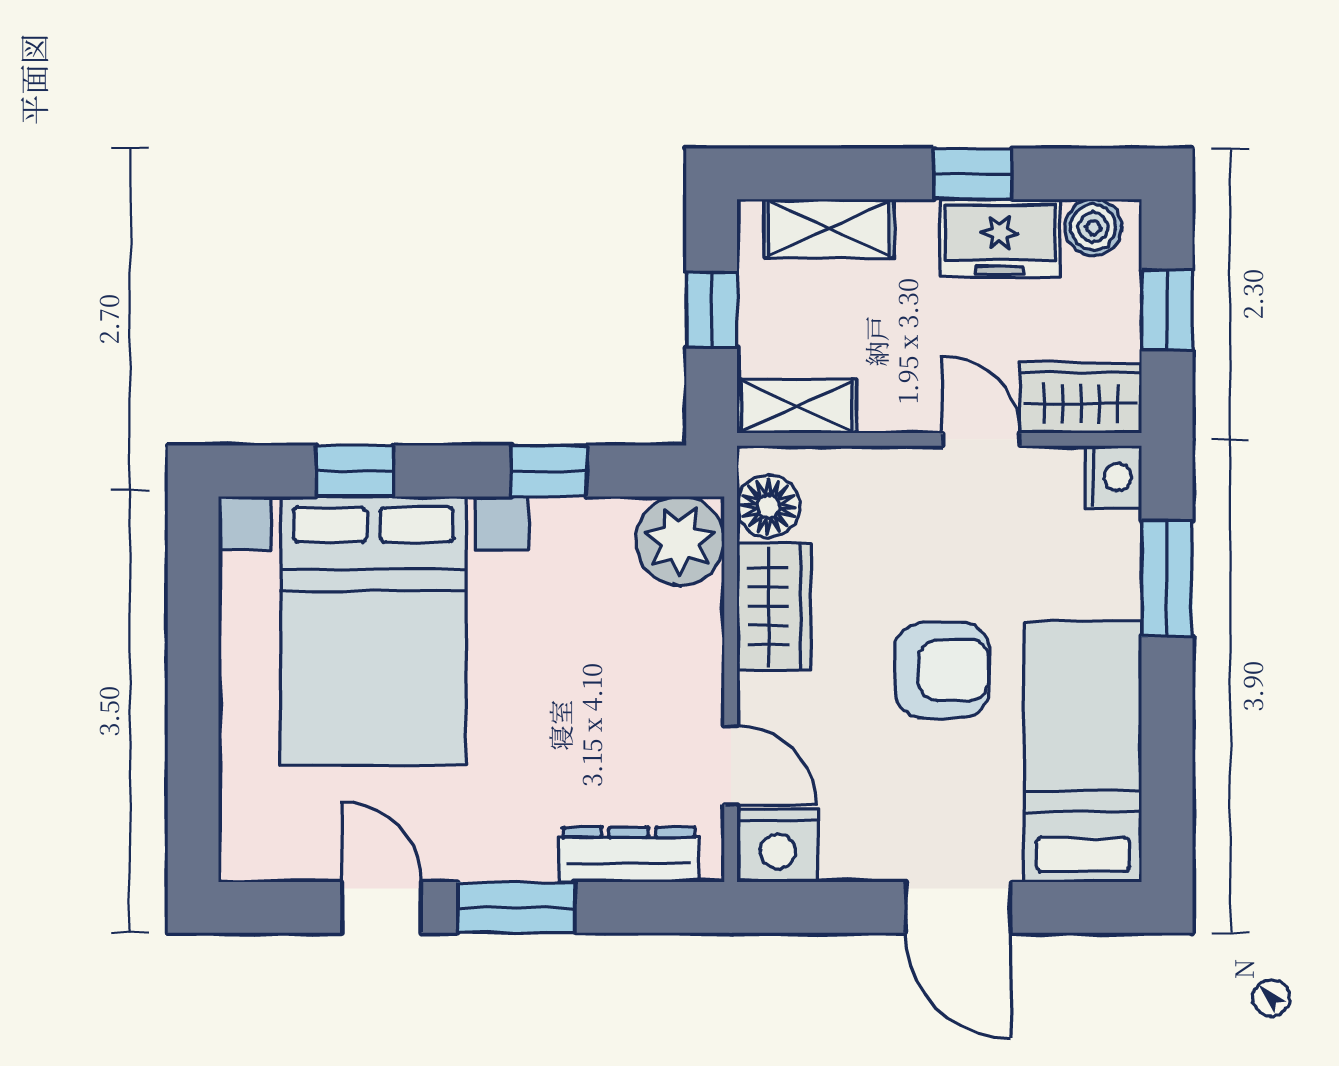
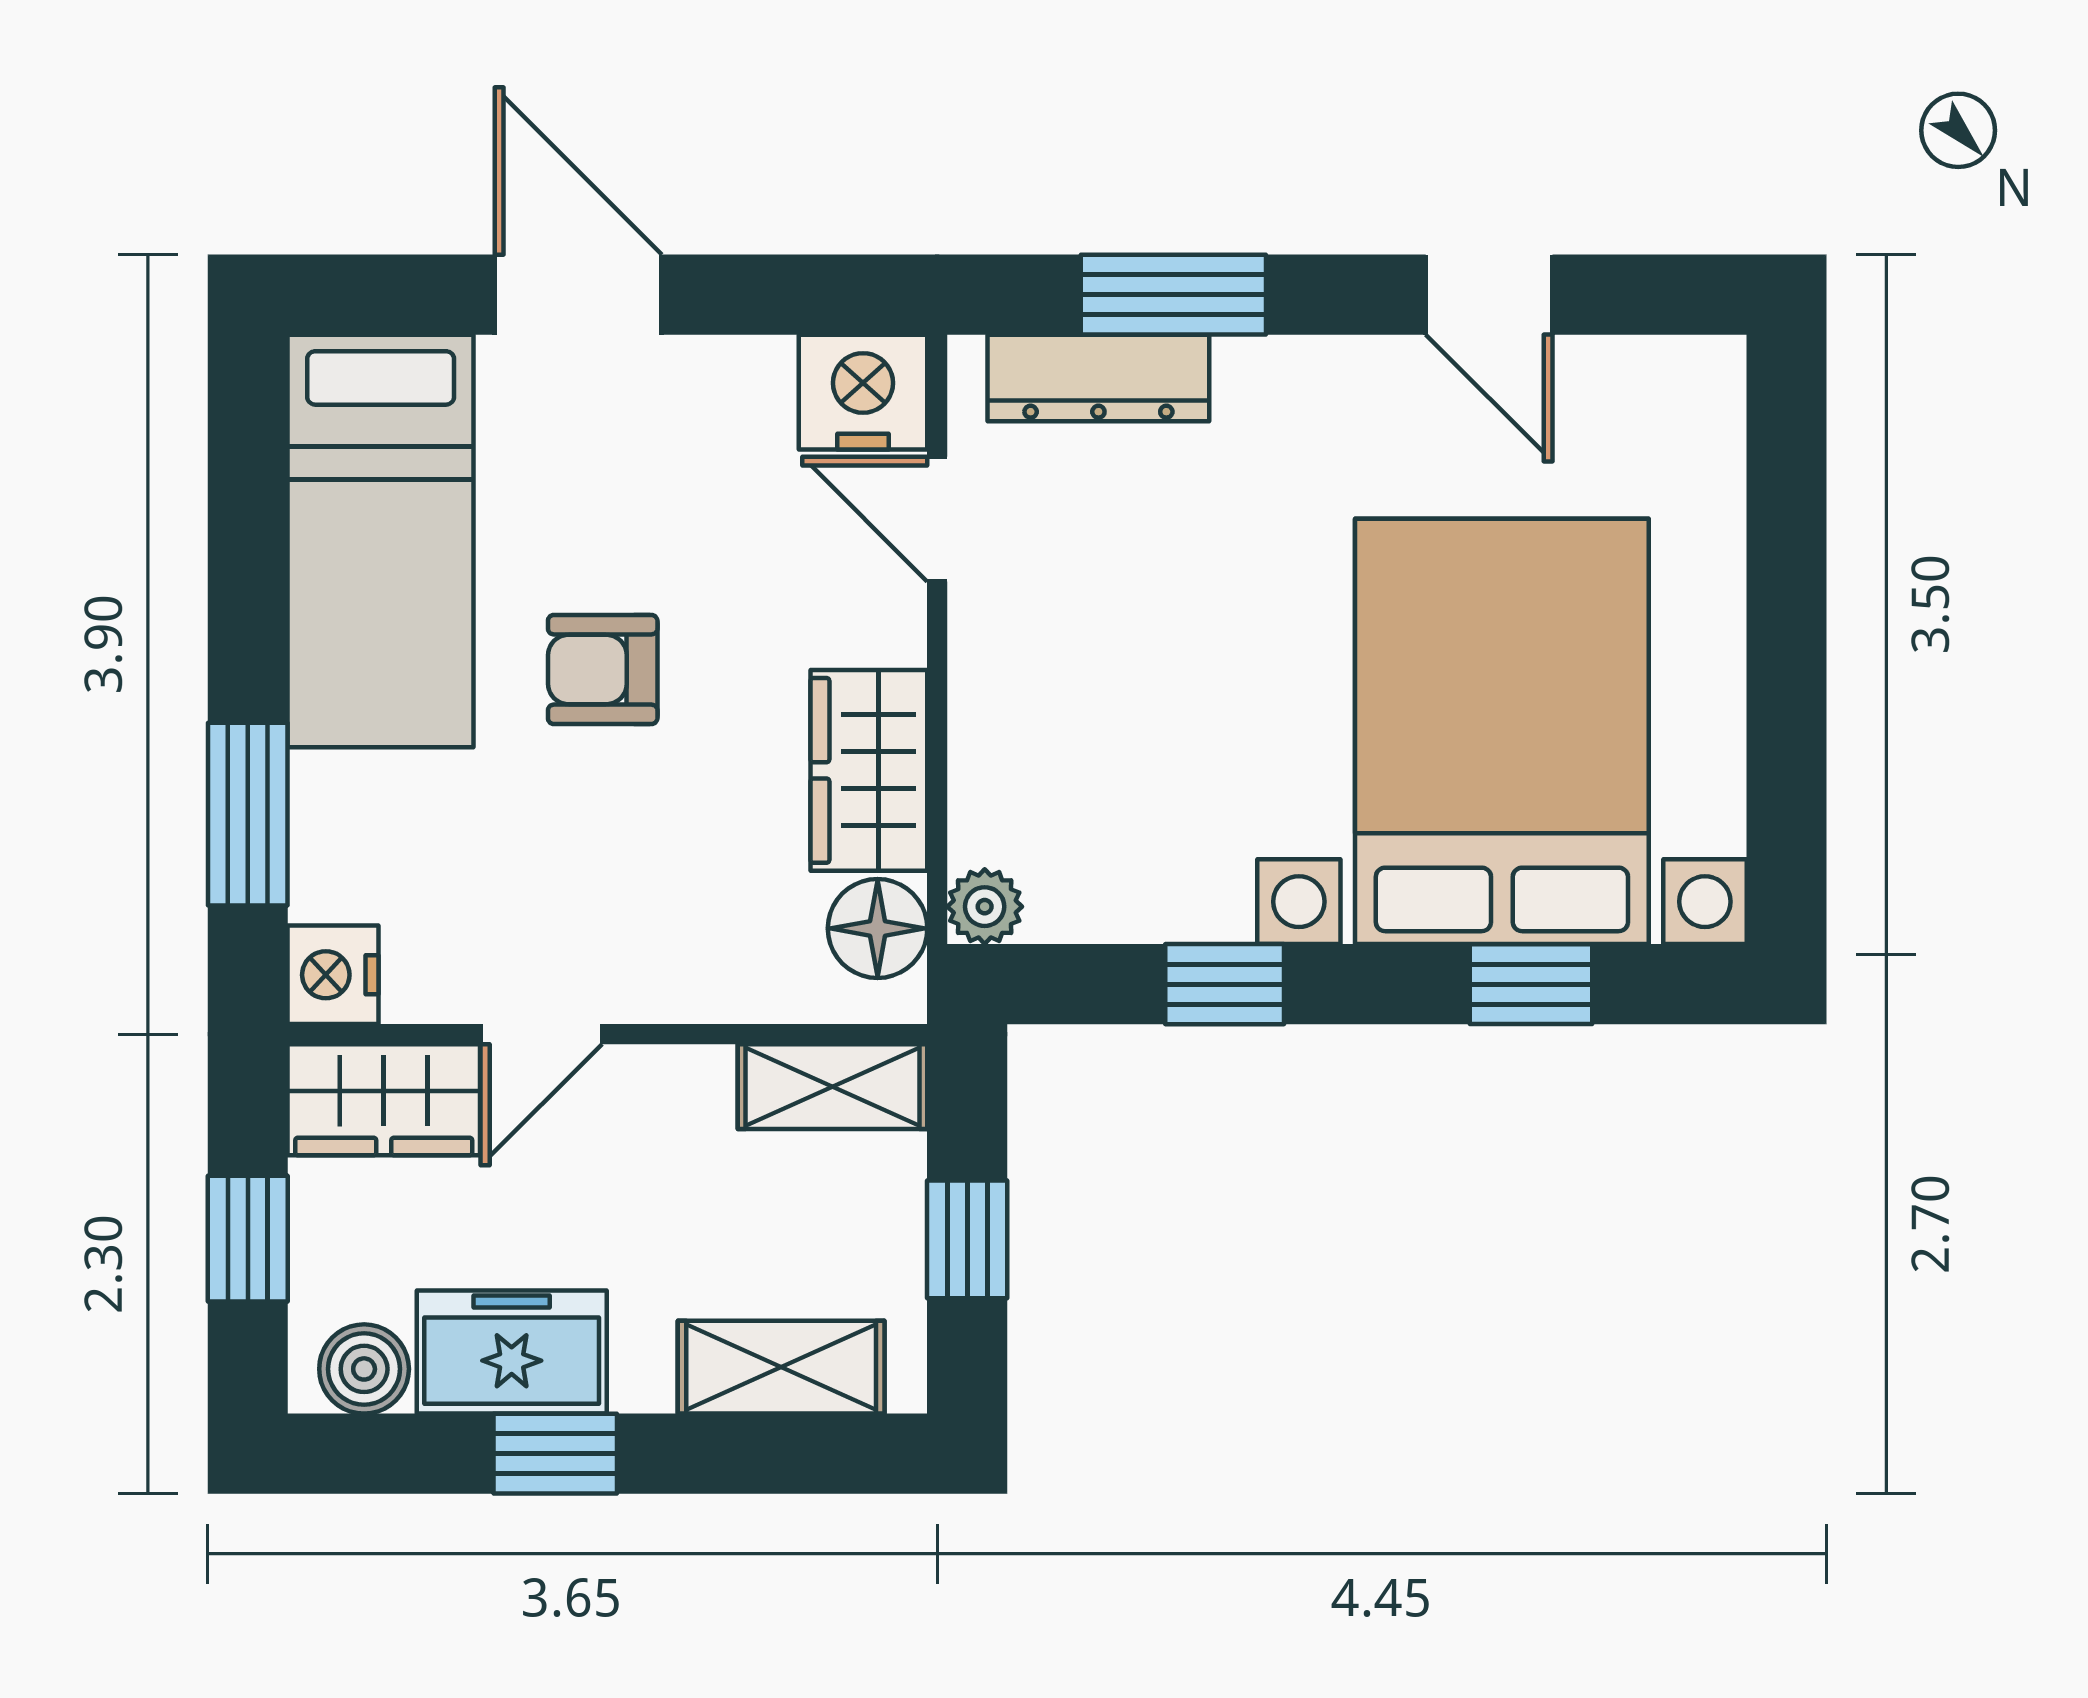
door: (981, 439) -> (541, 1034), hinge flipped
plant: (680, 541) -> (985, 907), width x0.53, depth x0.53
armchair: (942, 670) -> (603, 669), width x0.72, depth x0.72
window: (516, 907) -> (1173, 295), moved

